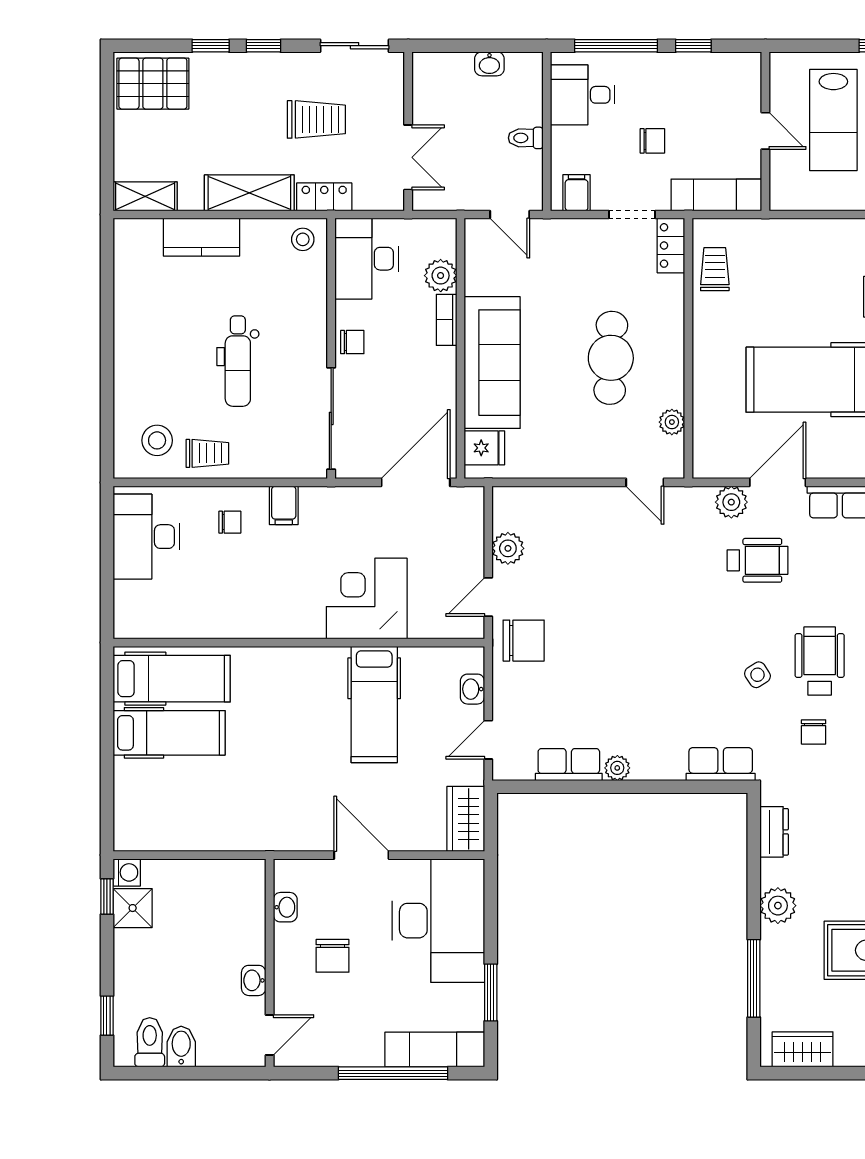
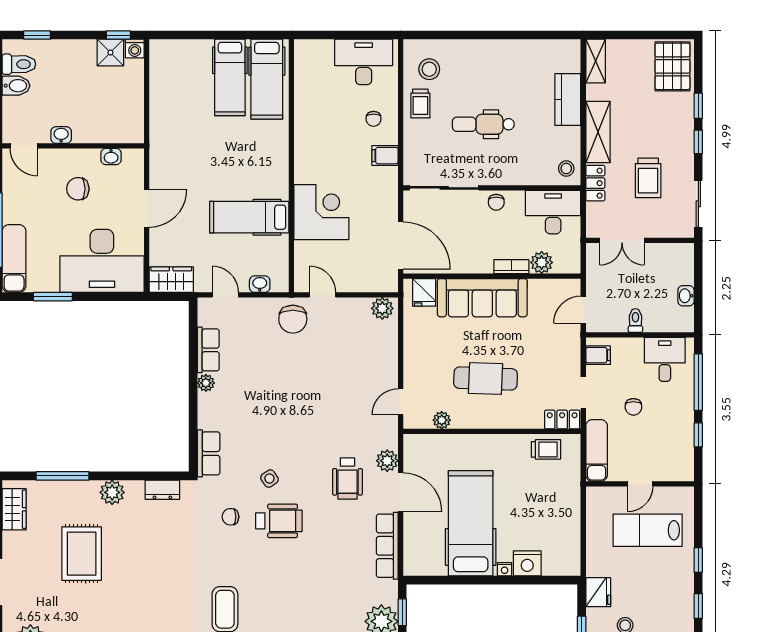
plant: (508, 548) -> (382, 308), moved

